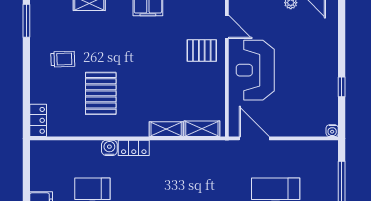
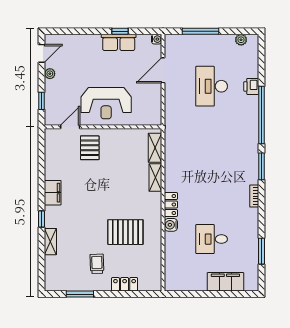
window: (26, 21) -> (80, 294), moved
row of seats: (328, 85) -> (119, 42), added
locker: (38, 120) -> (125, 284), moved
door: (254, 138) -> (163, 70), moved

